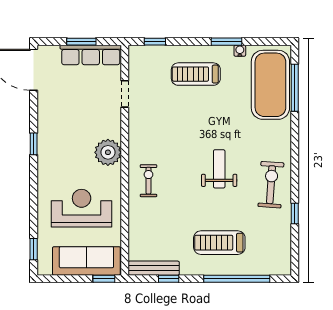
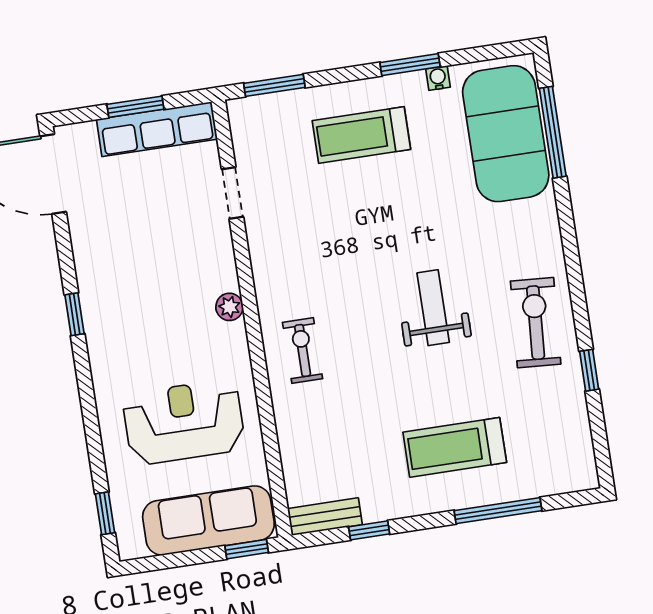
window: (155, 42) -> (274, 85), width x1.50
plant: (108, 152) -> (229, 307), width x0.53, depth x0.53
bench: (154, 268) -> (325, 517), width x0.73
window: (237, 279) -> (498, 511), width x0.68

